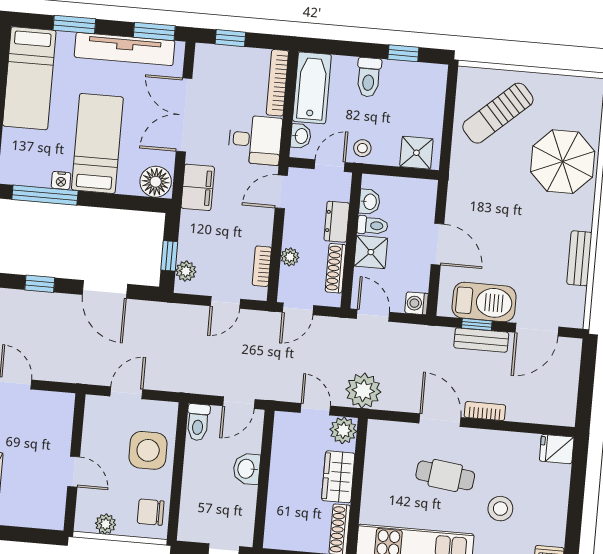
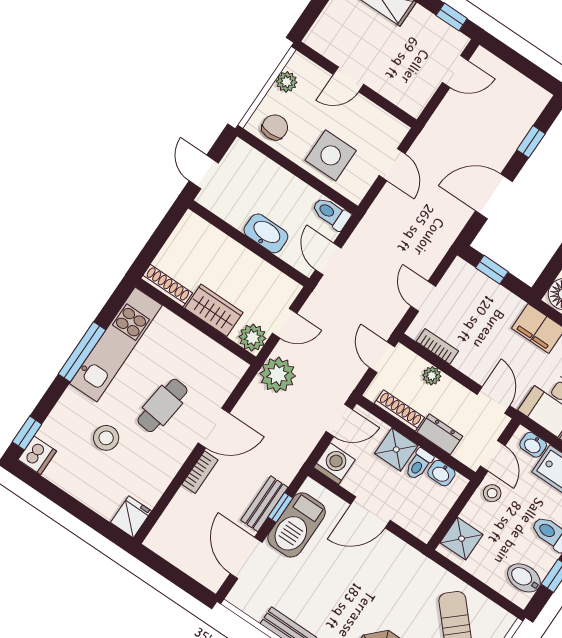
bidet: (420, 80) -> (524, 578), added
plant: (186, 271) -> (470, 277), removed
washing machine: (417, 303) -> (334, 464), width x1.38, depth x1.38
washbasin: (247, 469) -> (266, 233), width x1.38

